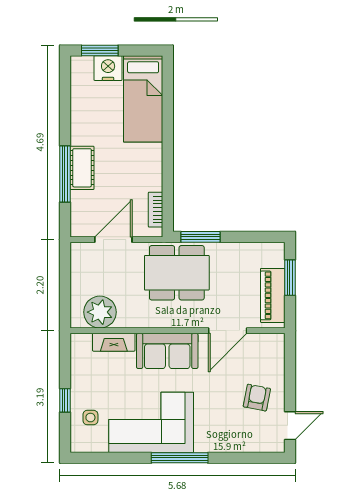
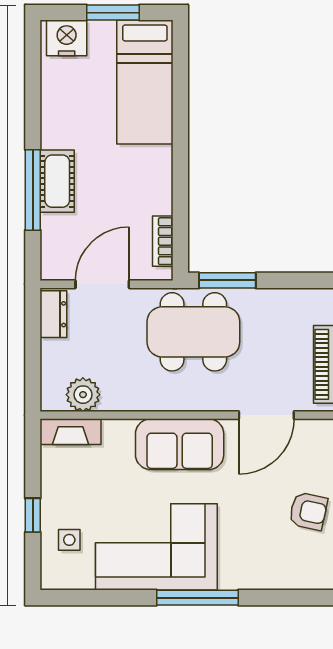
window: (100, 50) -> (113, 13), moved
nightstand: (108, 68) -> (67, 38), moved
dresser: (79, 260) -> (53, 314), added
plant: (100, 312) -> (83, 395), width x0.73, depth x0.73
fireplace: (114, 342) -> (70, 432), moved
armchair: (257, 398) -> (308, 511), turned 91

